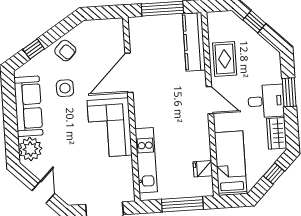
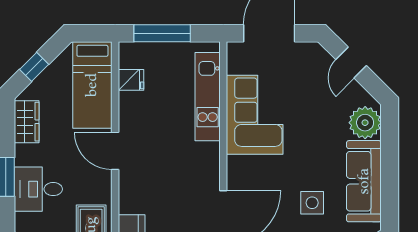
door: (210, 100) -> (115, 151), moved
desk: (266, 101) -> (38, 189), moved
corner sofa: (110, 128) -> (255, 115), moved

